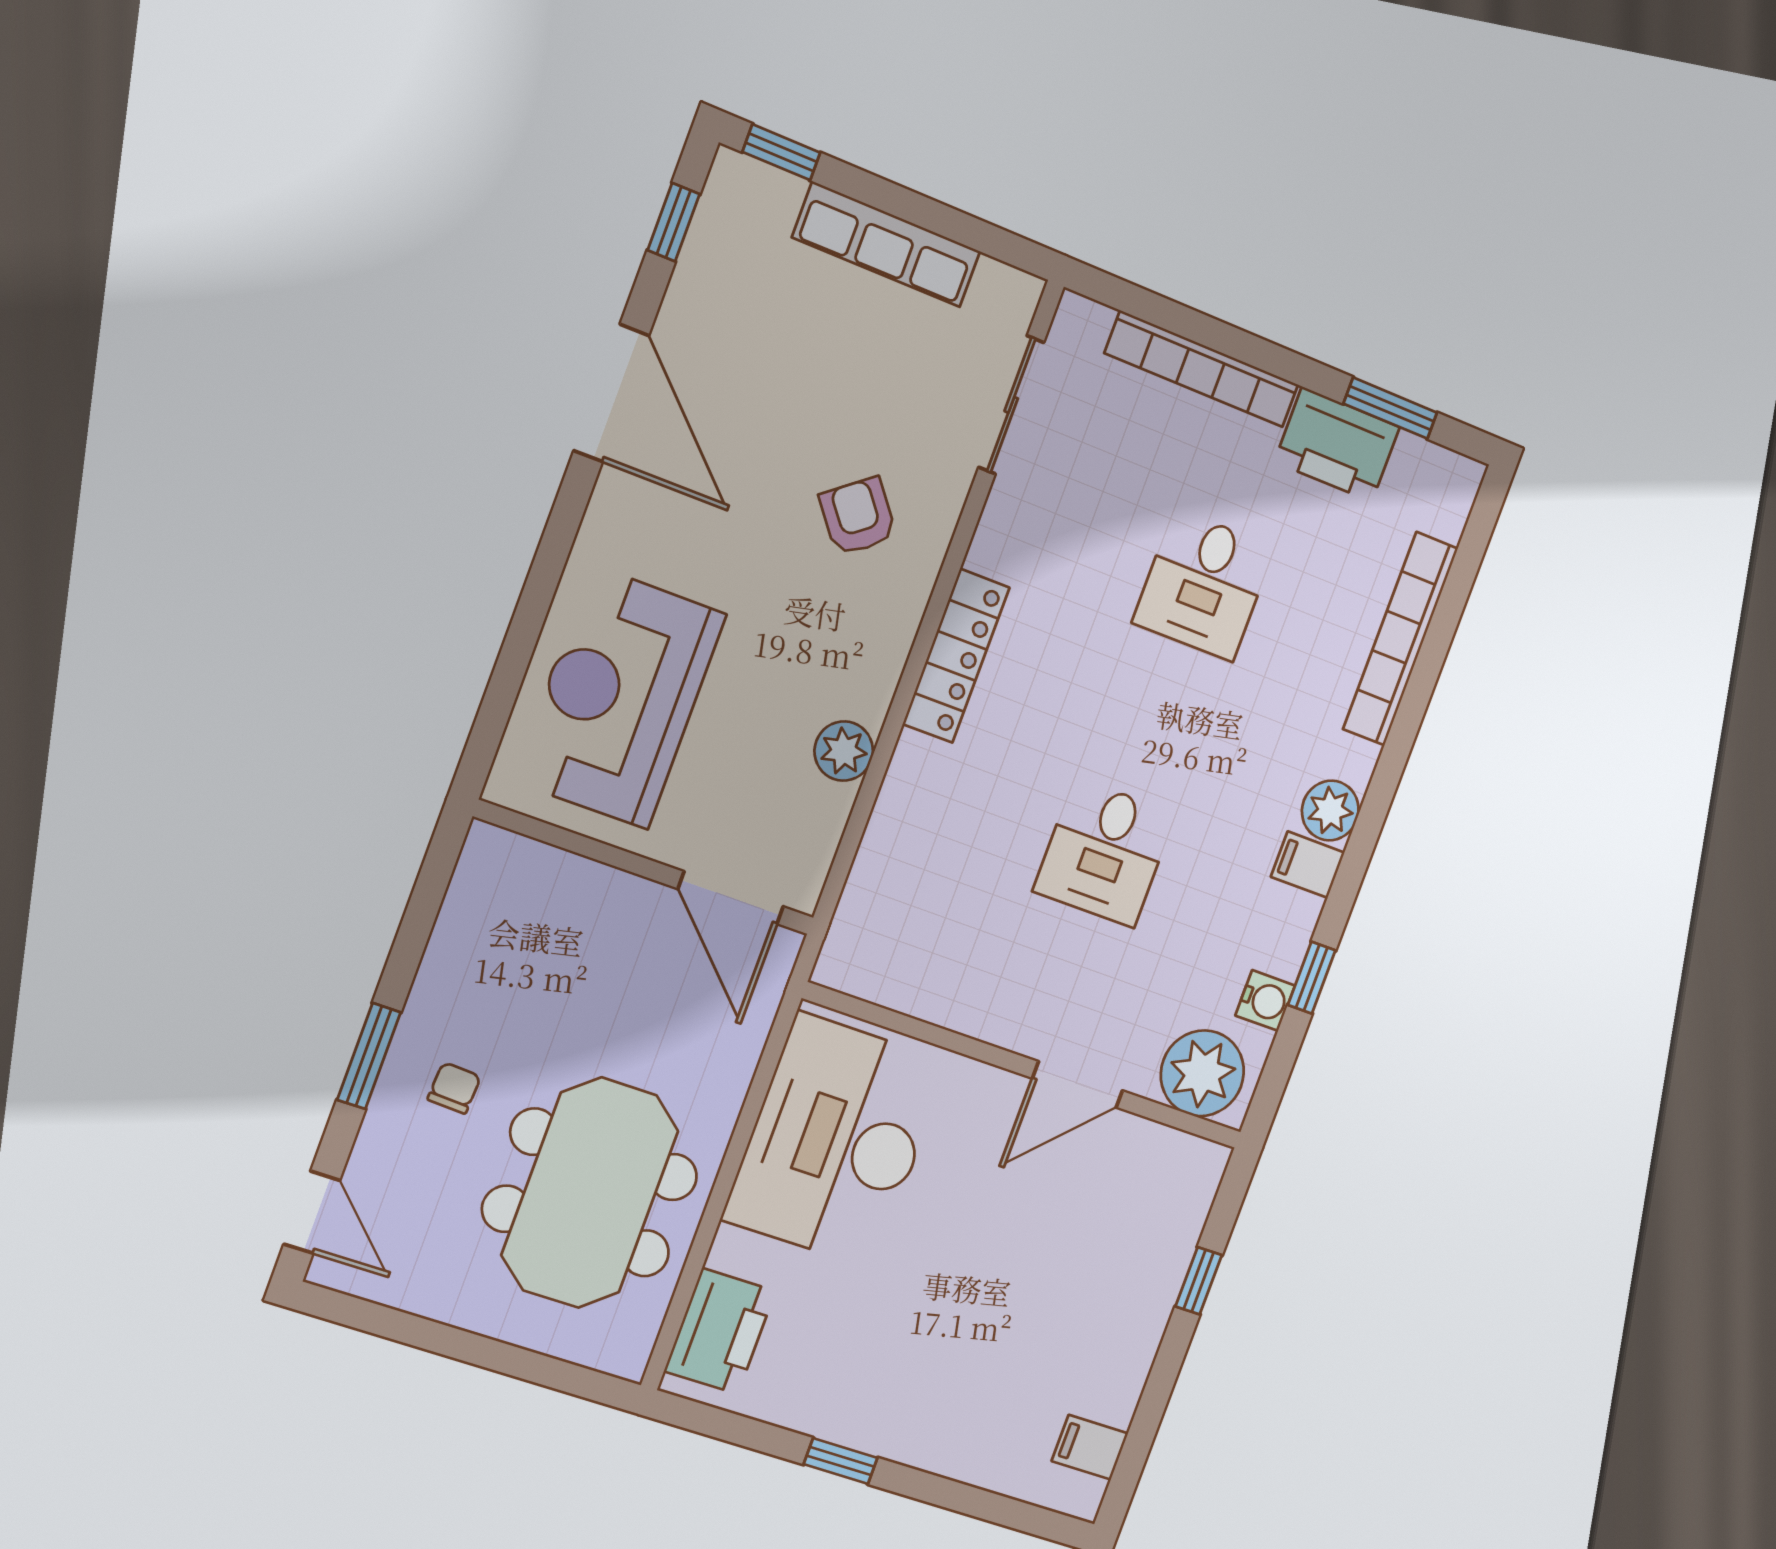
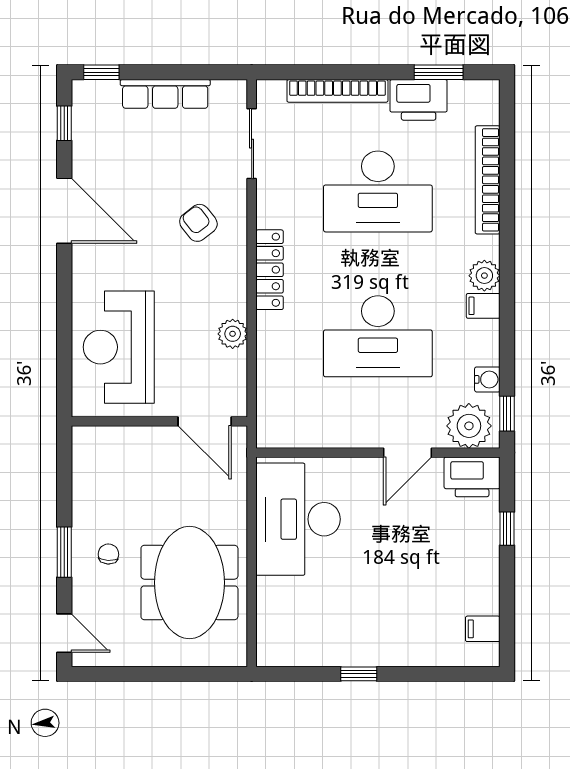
desk: (1204, 585) -> (378, 191), width x1.87, depth x1.30
desk: (1104, 853) -> (378, 336), width x1.87, depth x1.30
window: (1312, 978) -> (507, 414), moved
printer: (720, 1331) -> (472, 477), moved, turned 90

